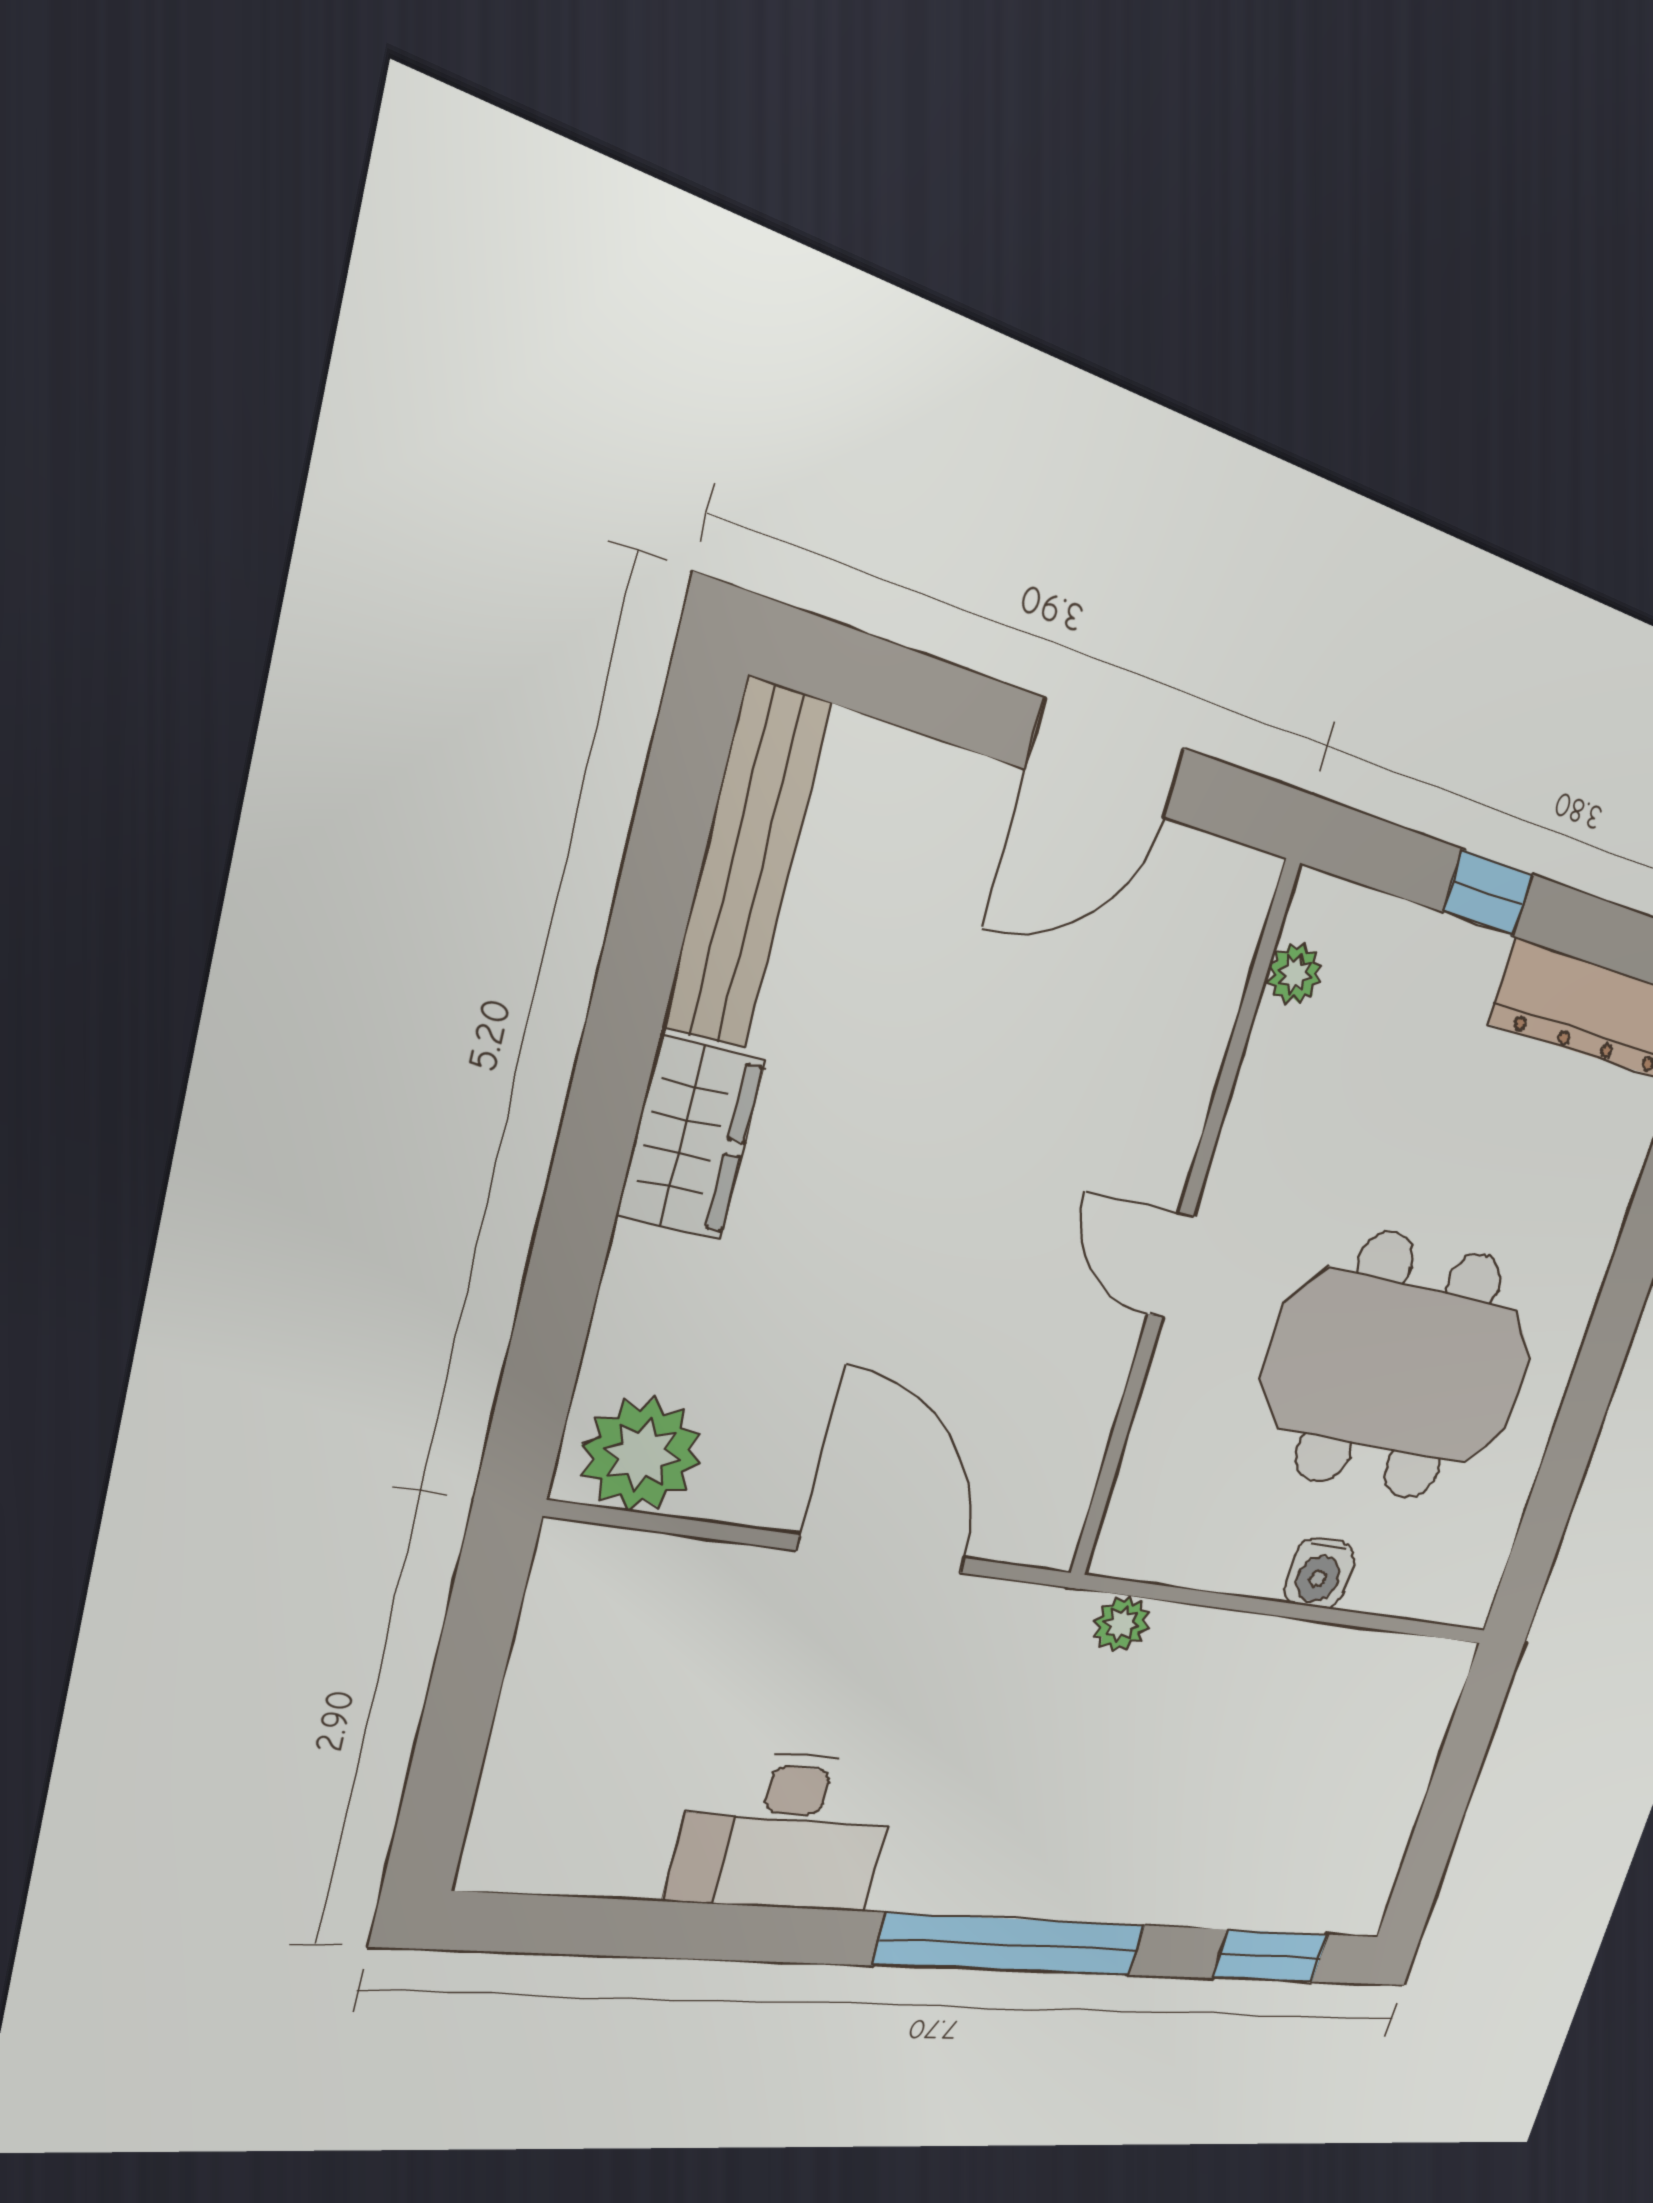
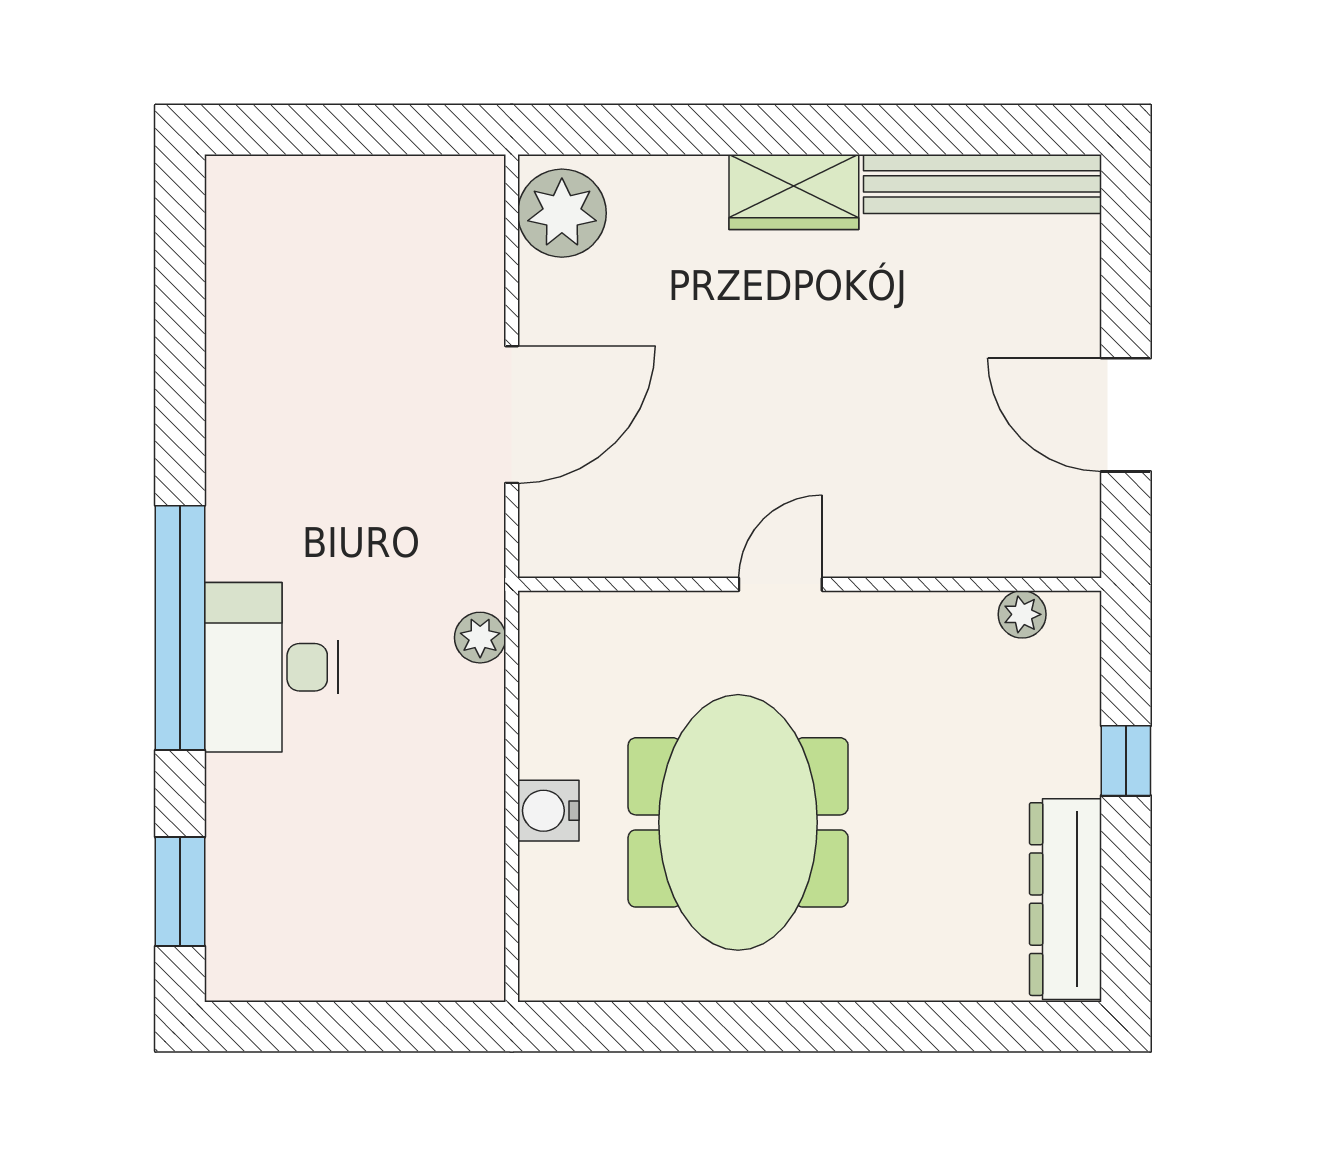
desk: (786, 1832) -> (271, 667), moved

